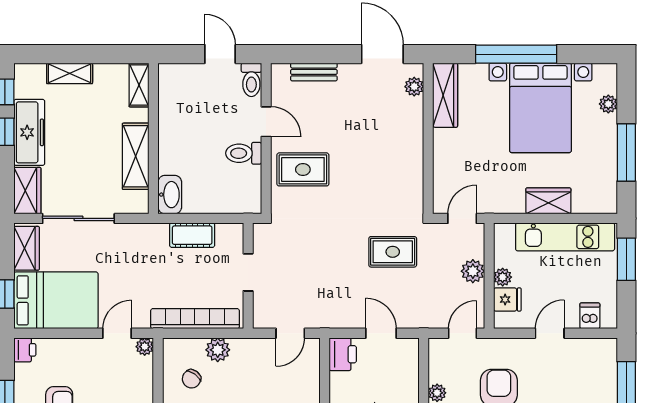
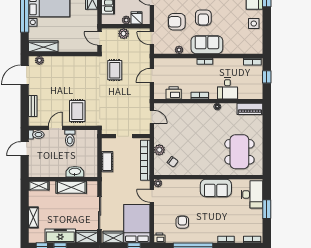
washbasin: (170, 195) -> (75, 172), moved
printer: (343, 354) -> (174, 93), moved

